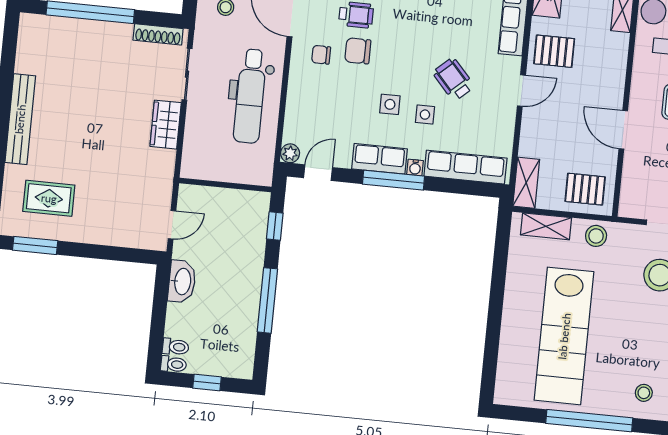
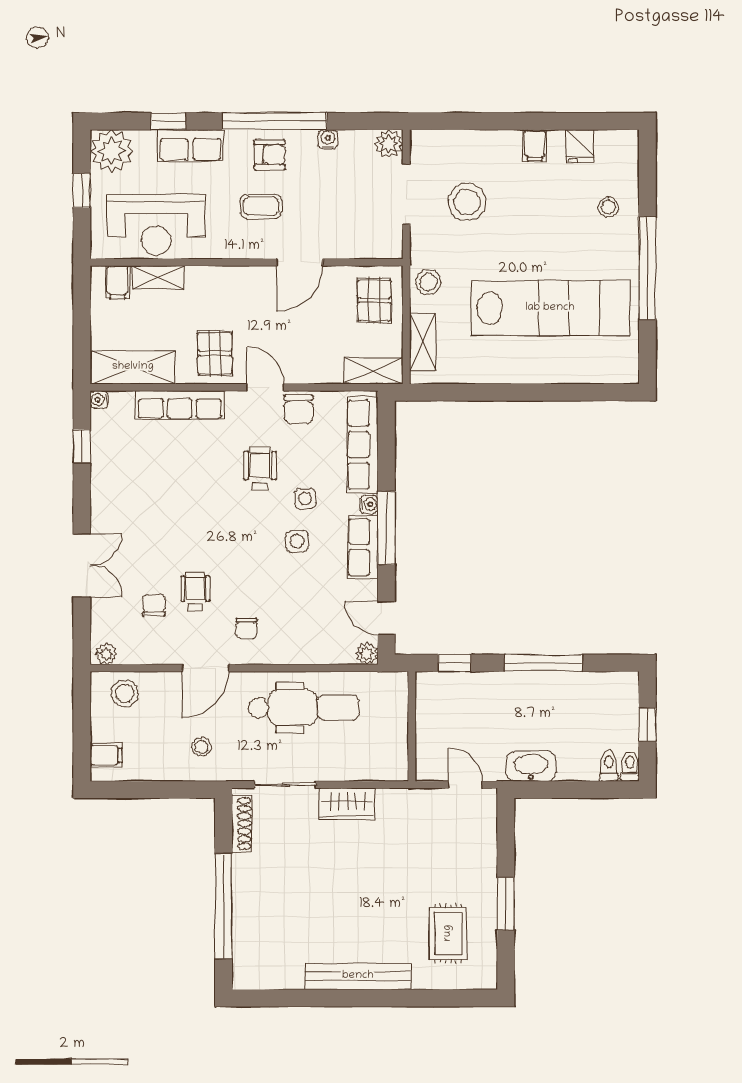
chair: (358, 51) -> (299, 409), moved
wheelchair: (454, 79) -> (260, 469), turned 132
window: (35, 245) -> (506, 904), moved

